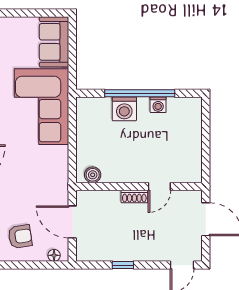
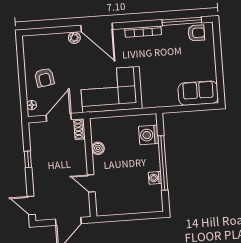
corner sofa: (42, 107) -> (111, 90), moved
washing machine: (124, 109) -> (149, 135), moved
boiler: (93, 175) -> (98, 148), moved
shoe rack: (134, 197) -> (79, 129), moved

